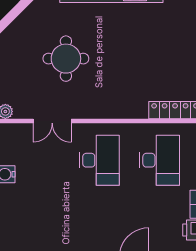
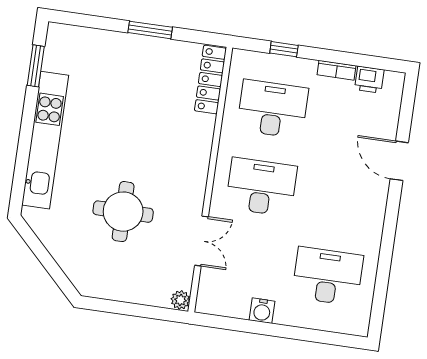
desk: (39, 220) -> (328, 276), added

